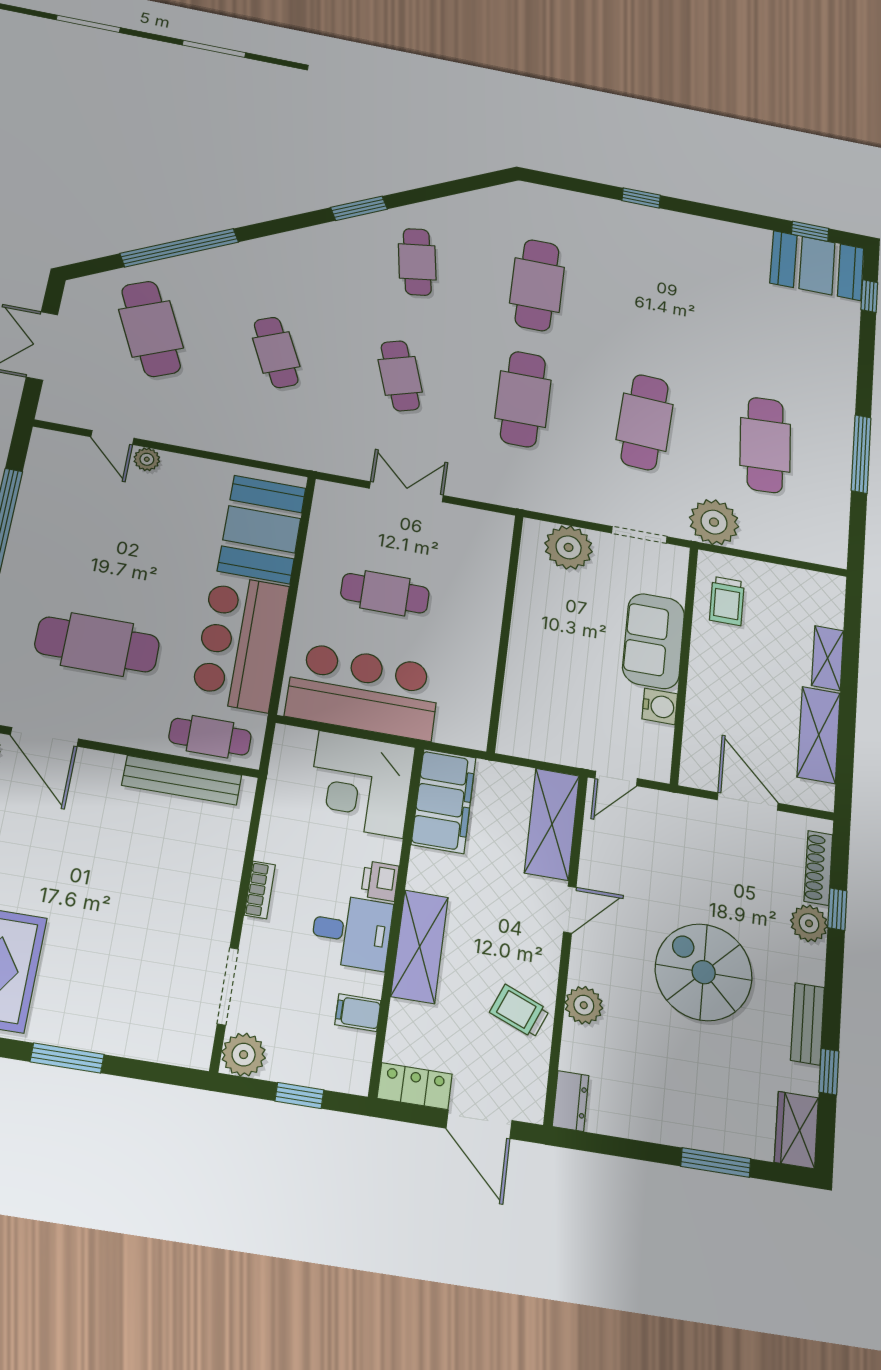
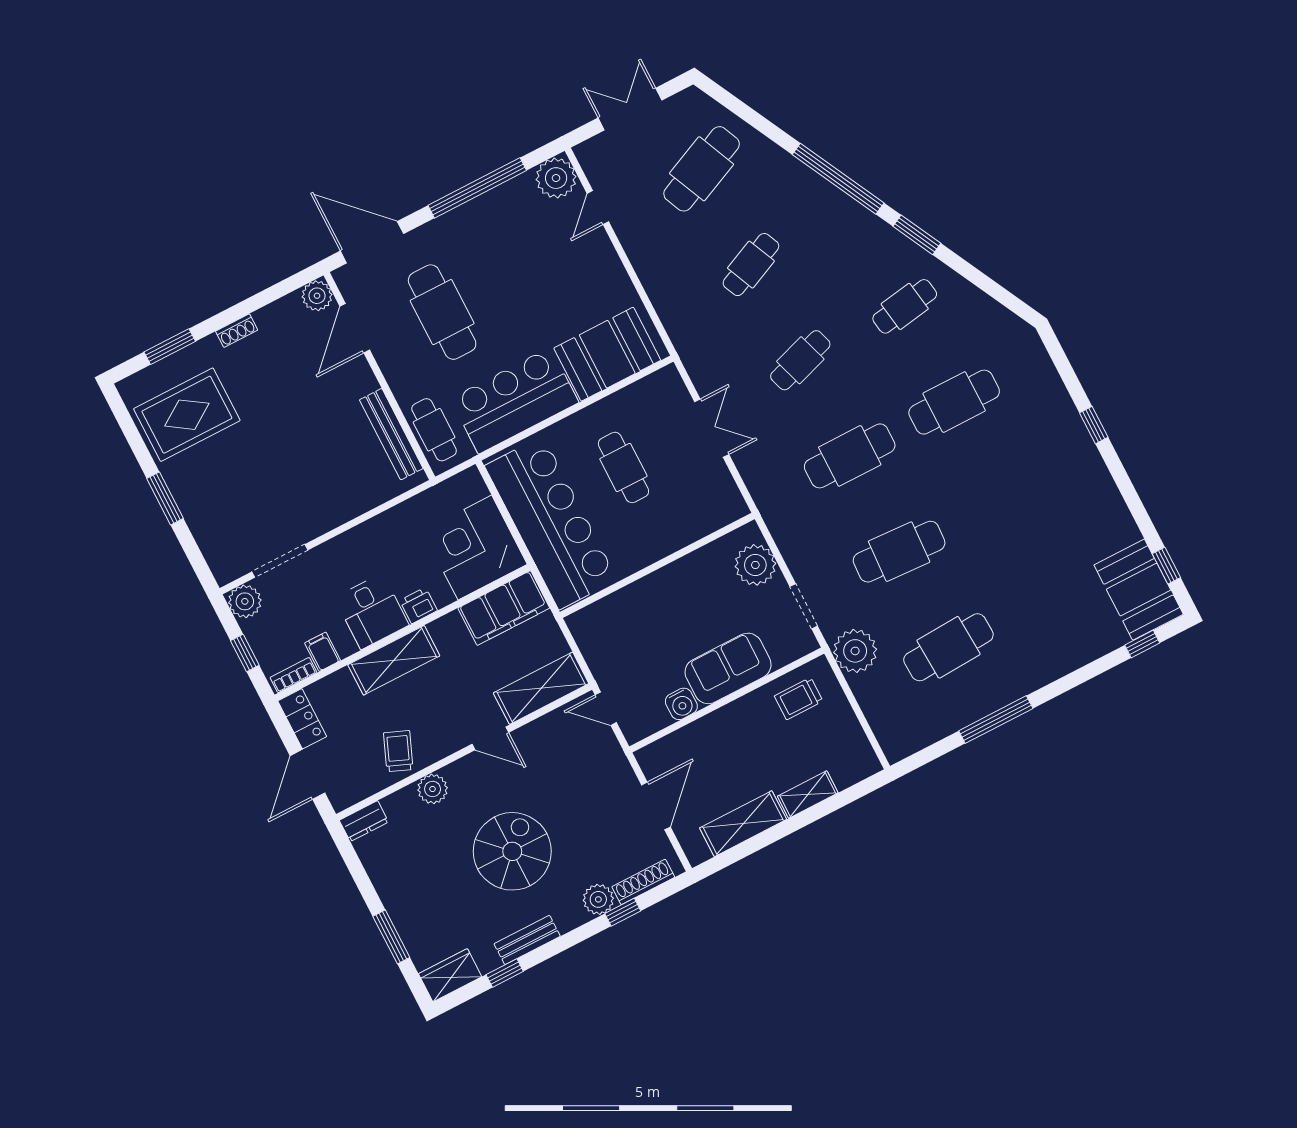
window: (179, 248) -> (838, 179), moved
plant: (147, 459) -> (556, 178), moved, width x1.88, depth x1.88
bar counter: (363, 691) -> (551, 523), width x1.36
bookcase: (260, 890) -> (294, 675), moved, turned 180

